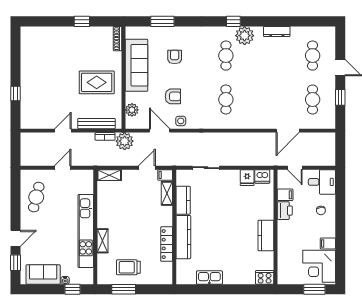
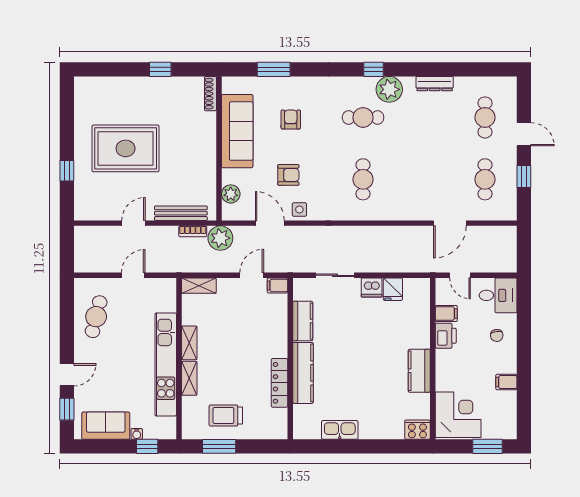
cafe table: (226, 56) -> (363, 117), turned 90
rug: (97, 82) -> (126, 148), moved, width x1.37, depth x1.44
dishwasher: (262, 176) -> (372, 288), moved
shelving: (167, 193) -> (189, 343), moved
corner desk: (319, 266) -> (458, 415), moved, turned 180

